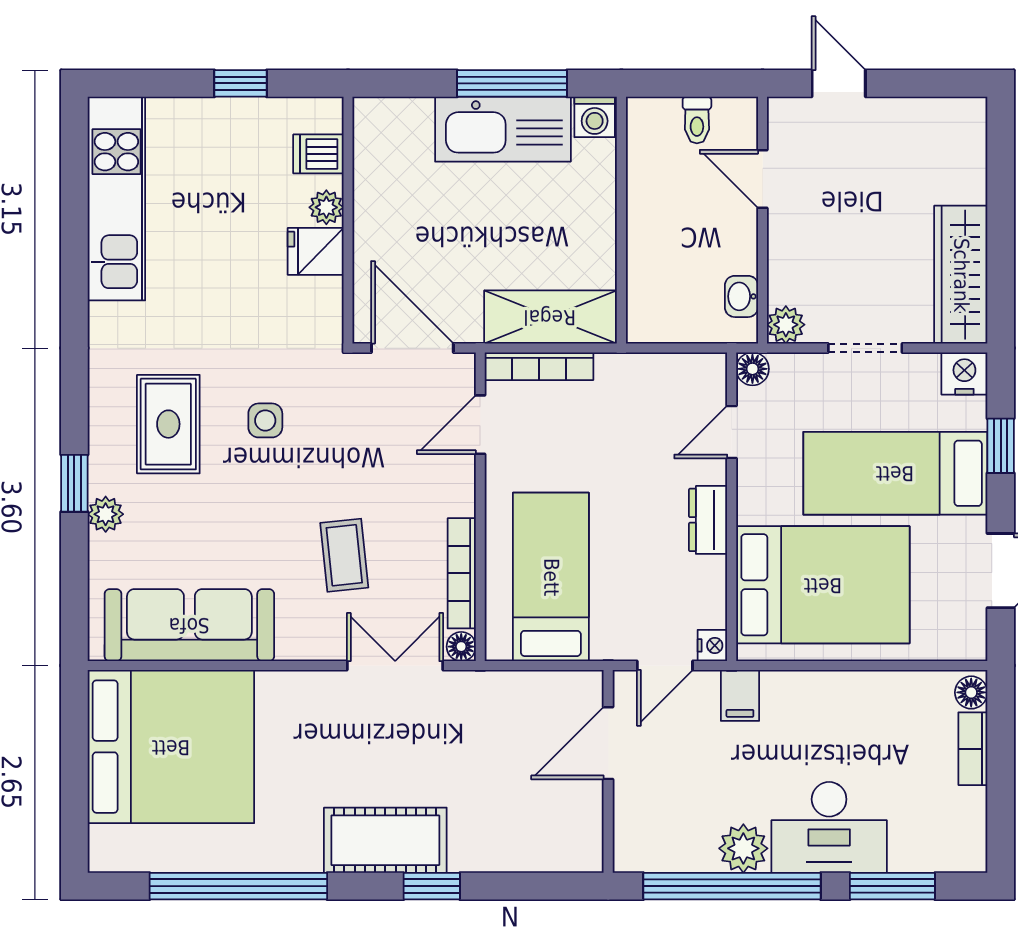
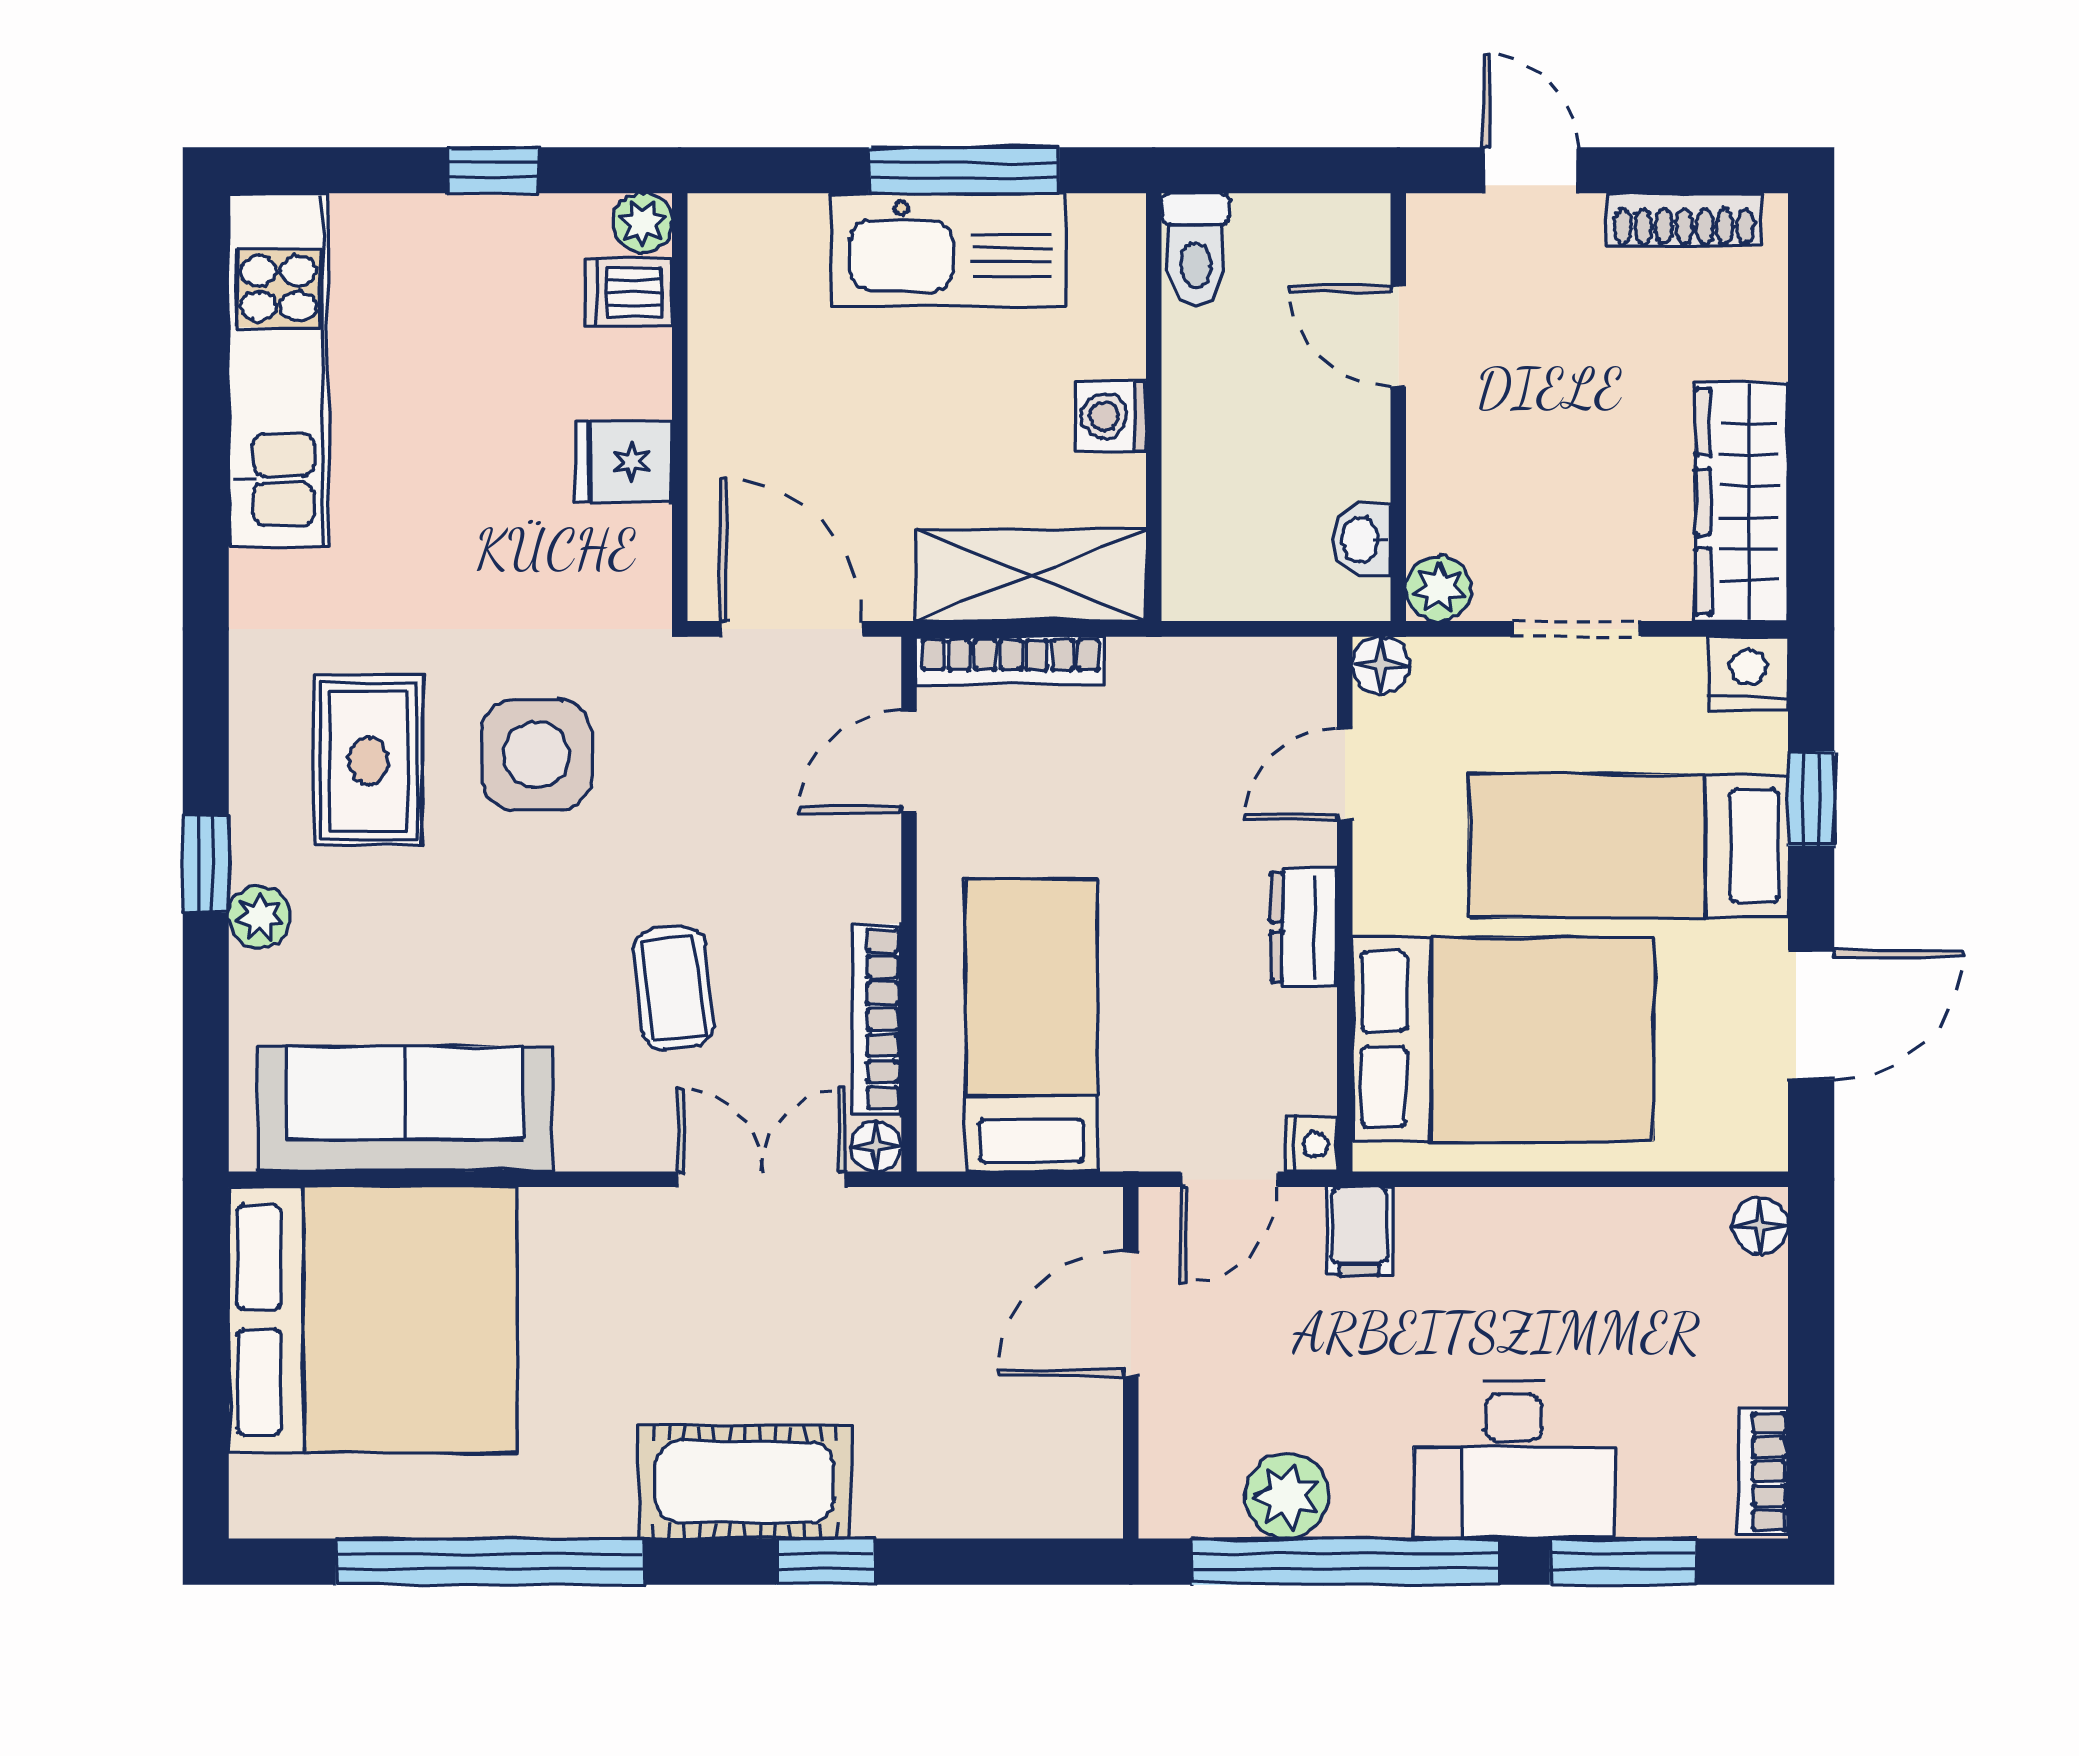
shoe rack: (927, 112) -> (1684, 220), added
washing machine: (595, 117) -> (1111, 416), moved, turned 90
toilet: (697, 120) -> (1196, 249), moved, width x1.37, depth x1.39
plant: (326, 207) -> (642, 223), moved
side table: (265, 420) -> (536, 754), width x1.87, depth x1.87
bookcase: (973, 749) -> (1763, 1472), moved
plant: (743, 848) -> (1287, 1496), moved

